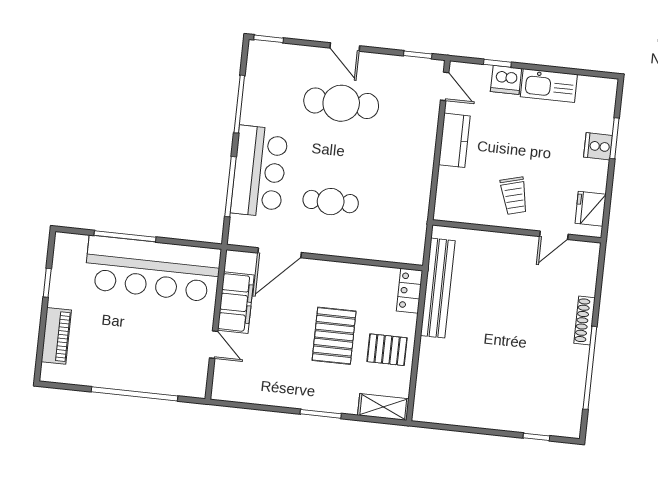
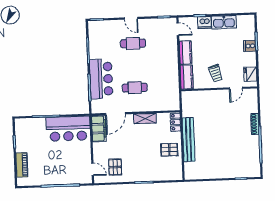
cafe table: (341, 103) -> (133, 43), width x0.73, depth x0.74
kitchen counter: (449, 195) -> (187, 77), added
bar counter: (153, 269) -> (68, 129), width x0.73
bench: (438, 288) -> (189, 140), moved
filing cabinet: (236, 303) -> (99, 129), moved
pallet: (334, 336) -> (115, 167), moved, width x0.67, depth x0.71
door: (214, 345) -> (93, 169), moved
shelving: (383, 407) -> (145, 119), moved

